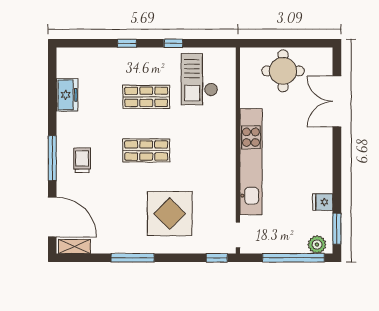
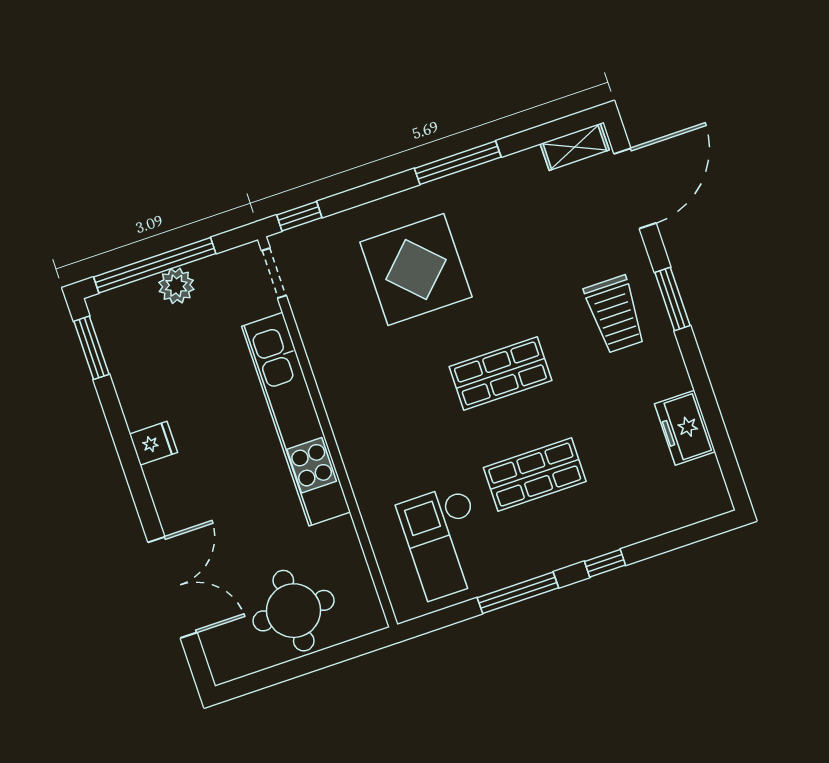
window: (173, 43) -> (518, 593), width x2.17
checkout: (199, 79) -> (446, 542), turned 180
window: (52, 158) -> (672, 299), width x0.69
trolley: (82, 160) -> (615, 314), width x1.36, depth x1.39
fridge: (323, 202) -> (153, 443), moved
door: (52, 217) -> (635, 188), swing flipped
plant: (317, 245) -> (176, 286), moved

